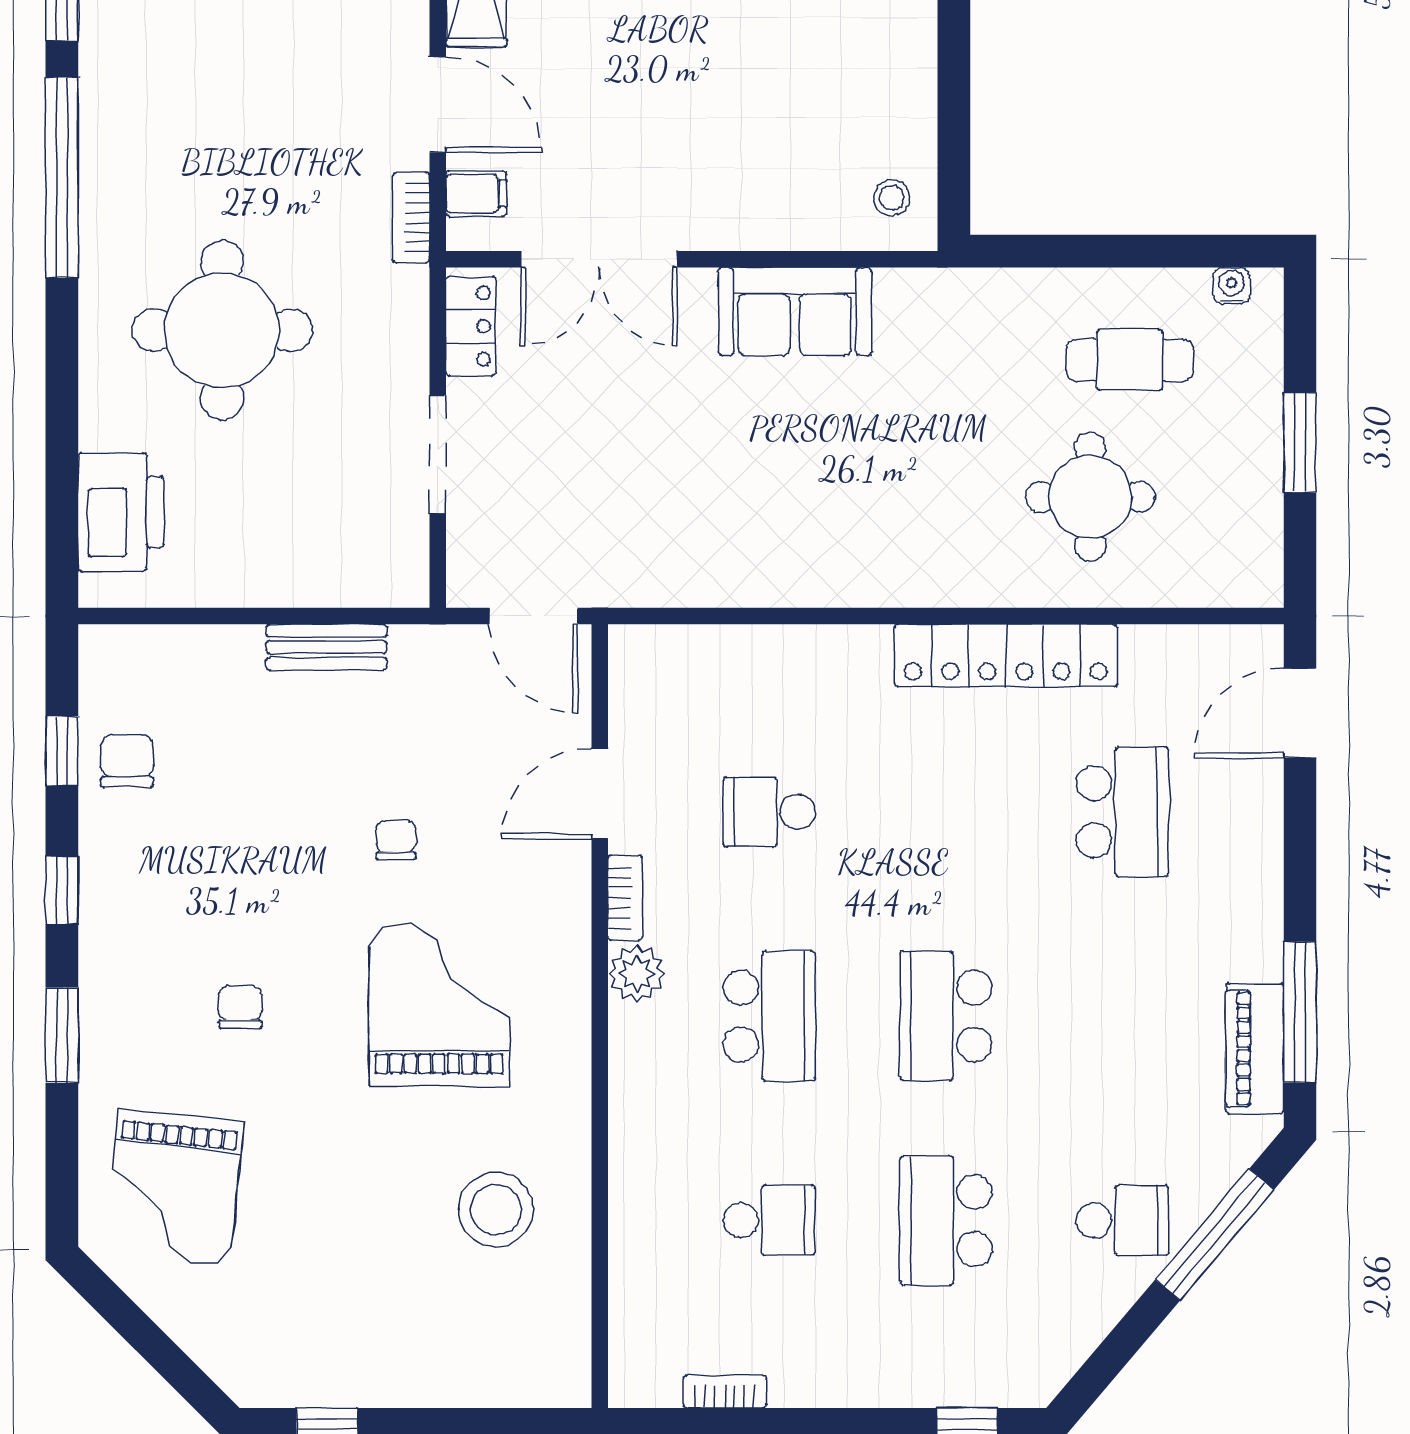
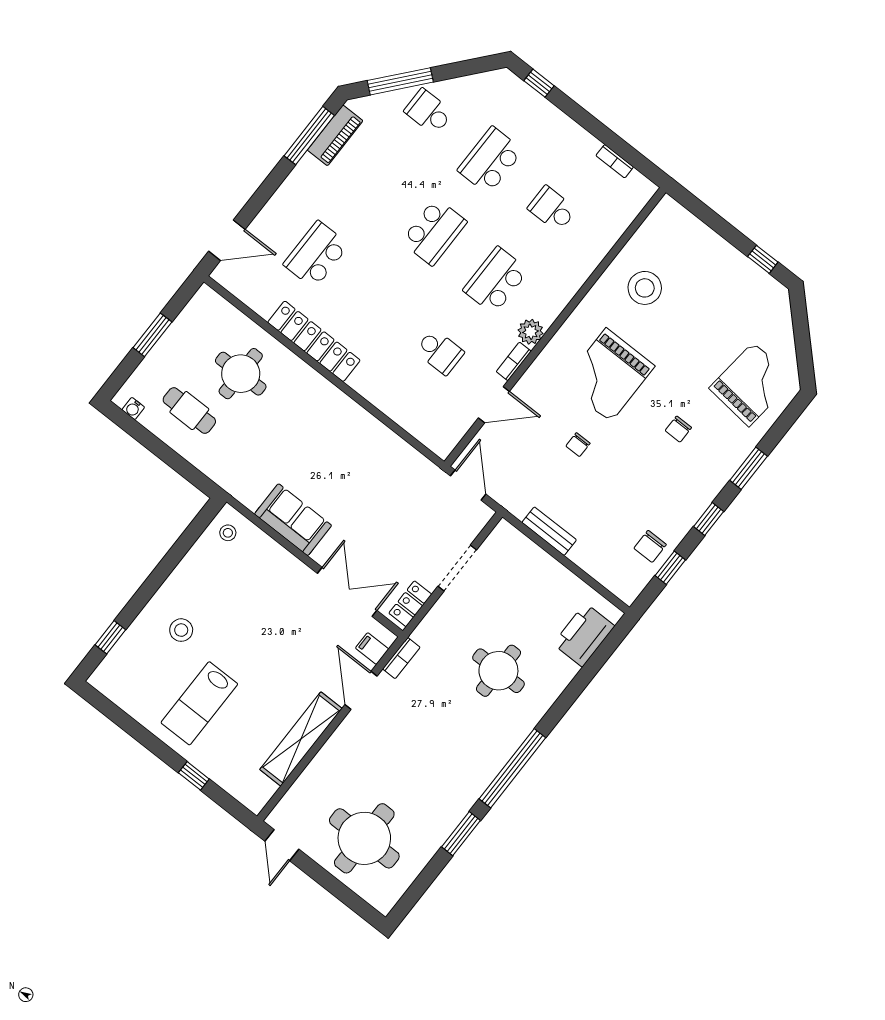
round table: (222, 330) -> (498, 671), width x0.73, depth x0.73
school desk: (946, 1220) -> (490, 160), turned 180

